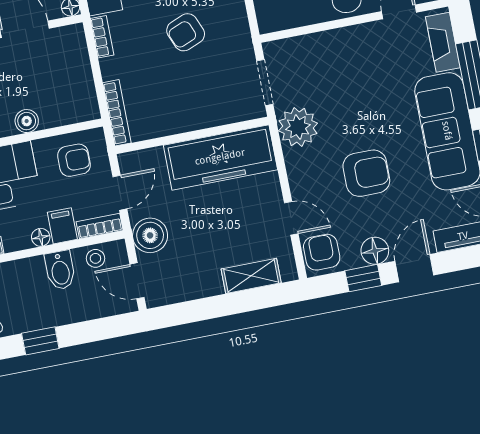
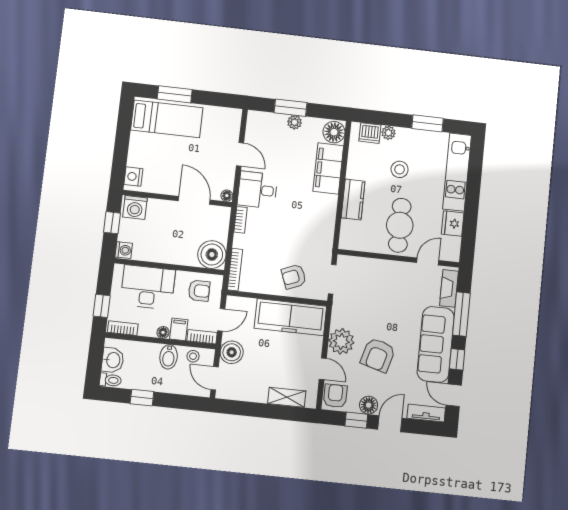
armchair: (186, 32) -> (294, 277), moved
boiler: (27, 121) -> (212, 255), moved, width x1.86, depth x1.86
plant: (298, 127) -> (341, 341), moved
armchair: (366, 173) -> (378, 355), turned 106

